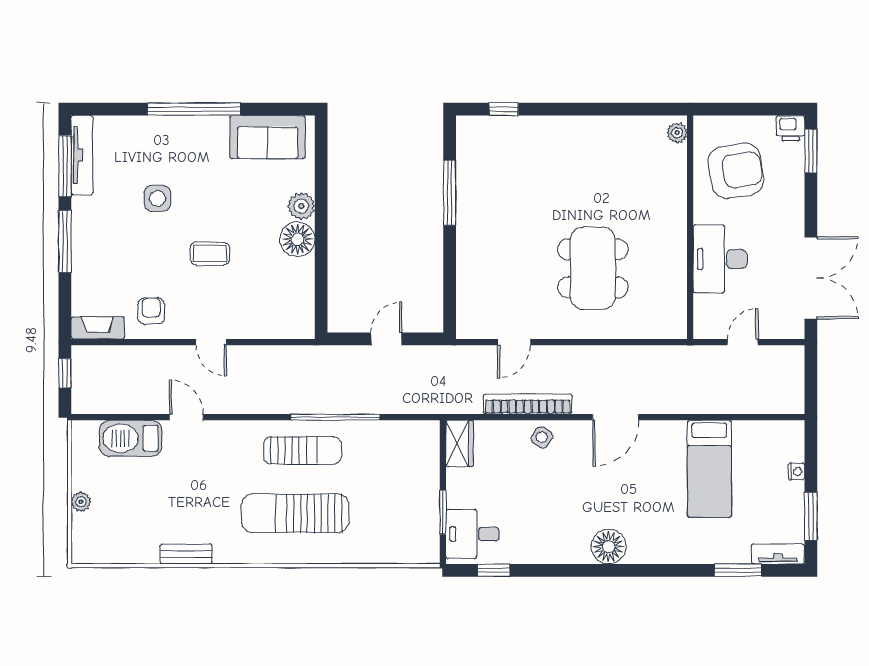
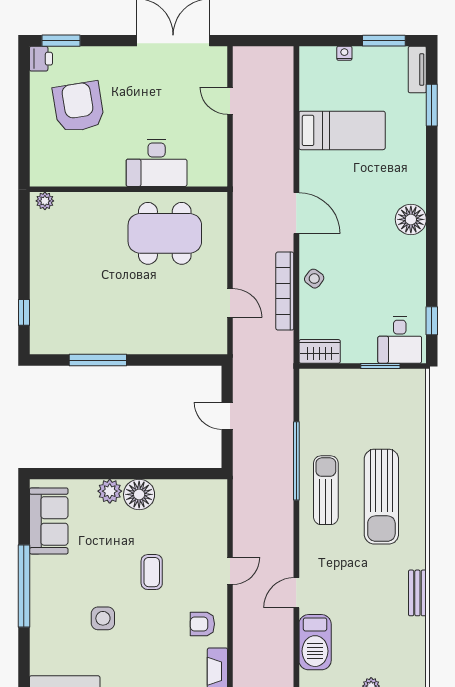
plant: (677, 133) -> (45, 201), moved
wall: (690, 227) -> (128, 189), moved
desk: (720, 259) -> (157, 163), moved

